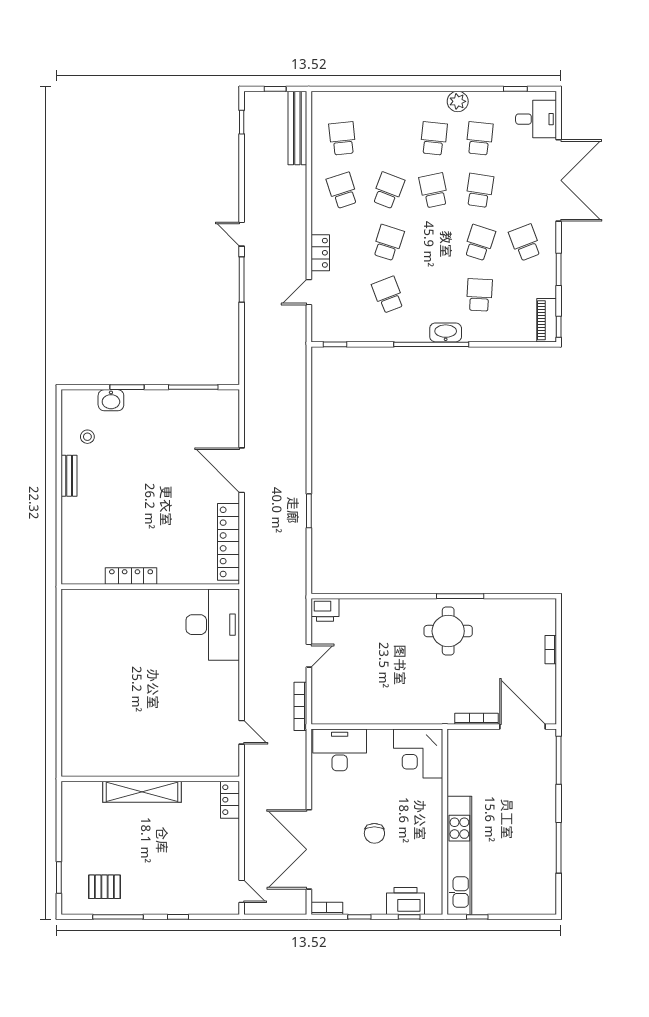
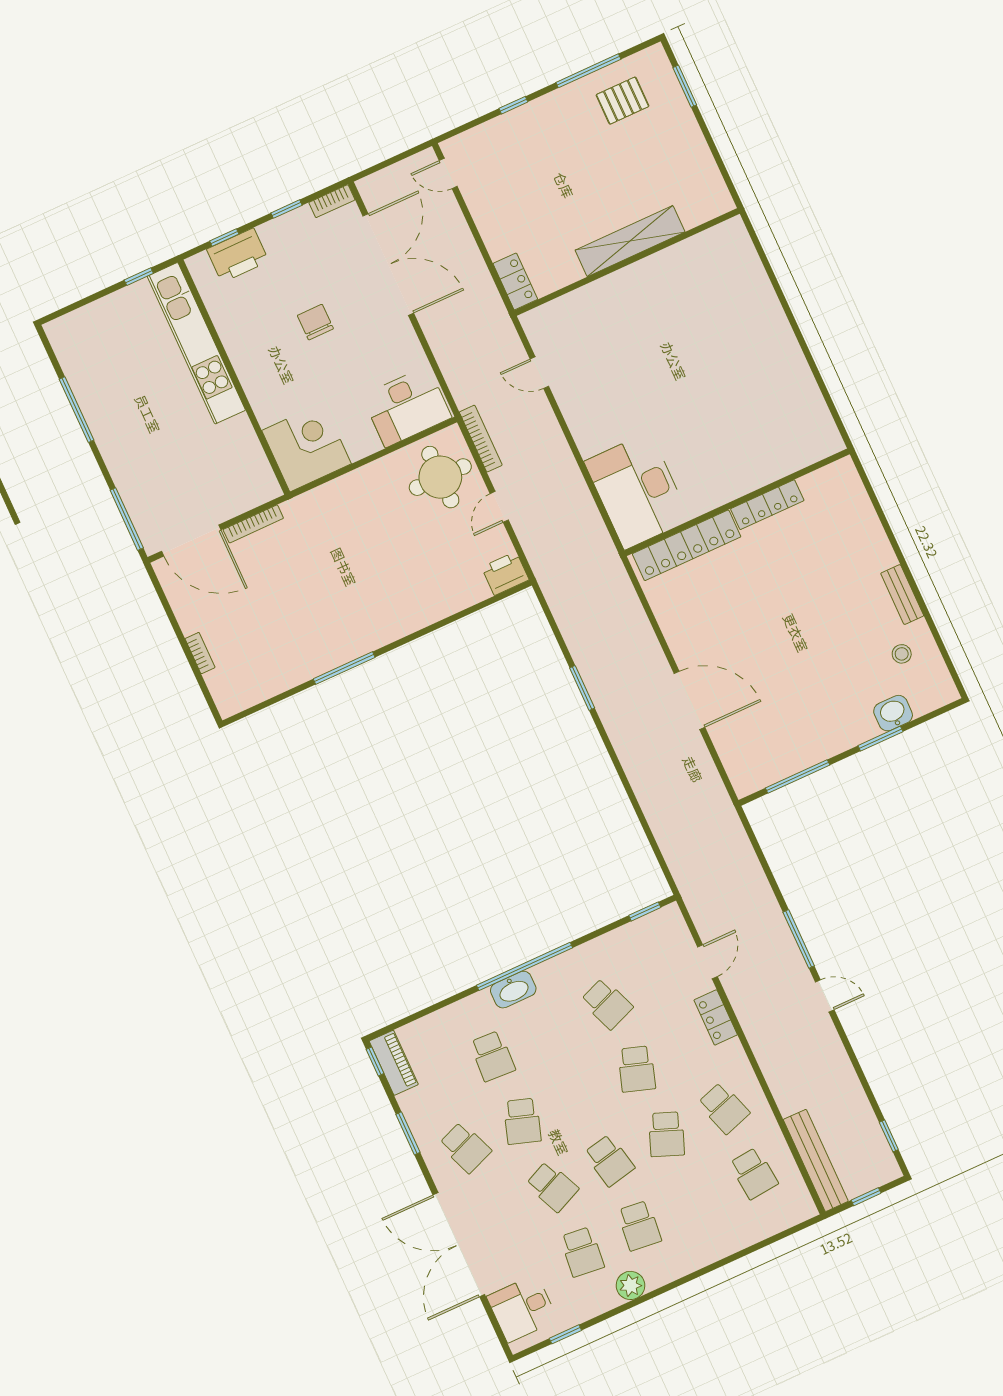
school desk: (479, 190) -> (552, 1187), turned -33
locker: (229, 542) -> (687, 545), moved, turned 90
round table: (448, 631) -> (440, 477), moved

